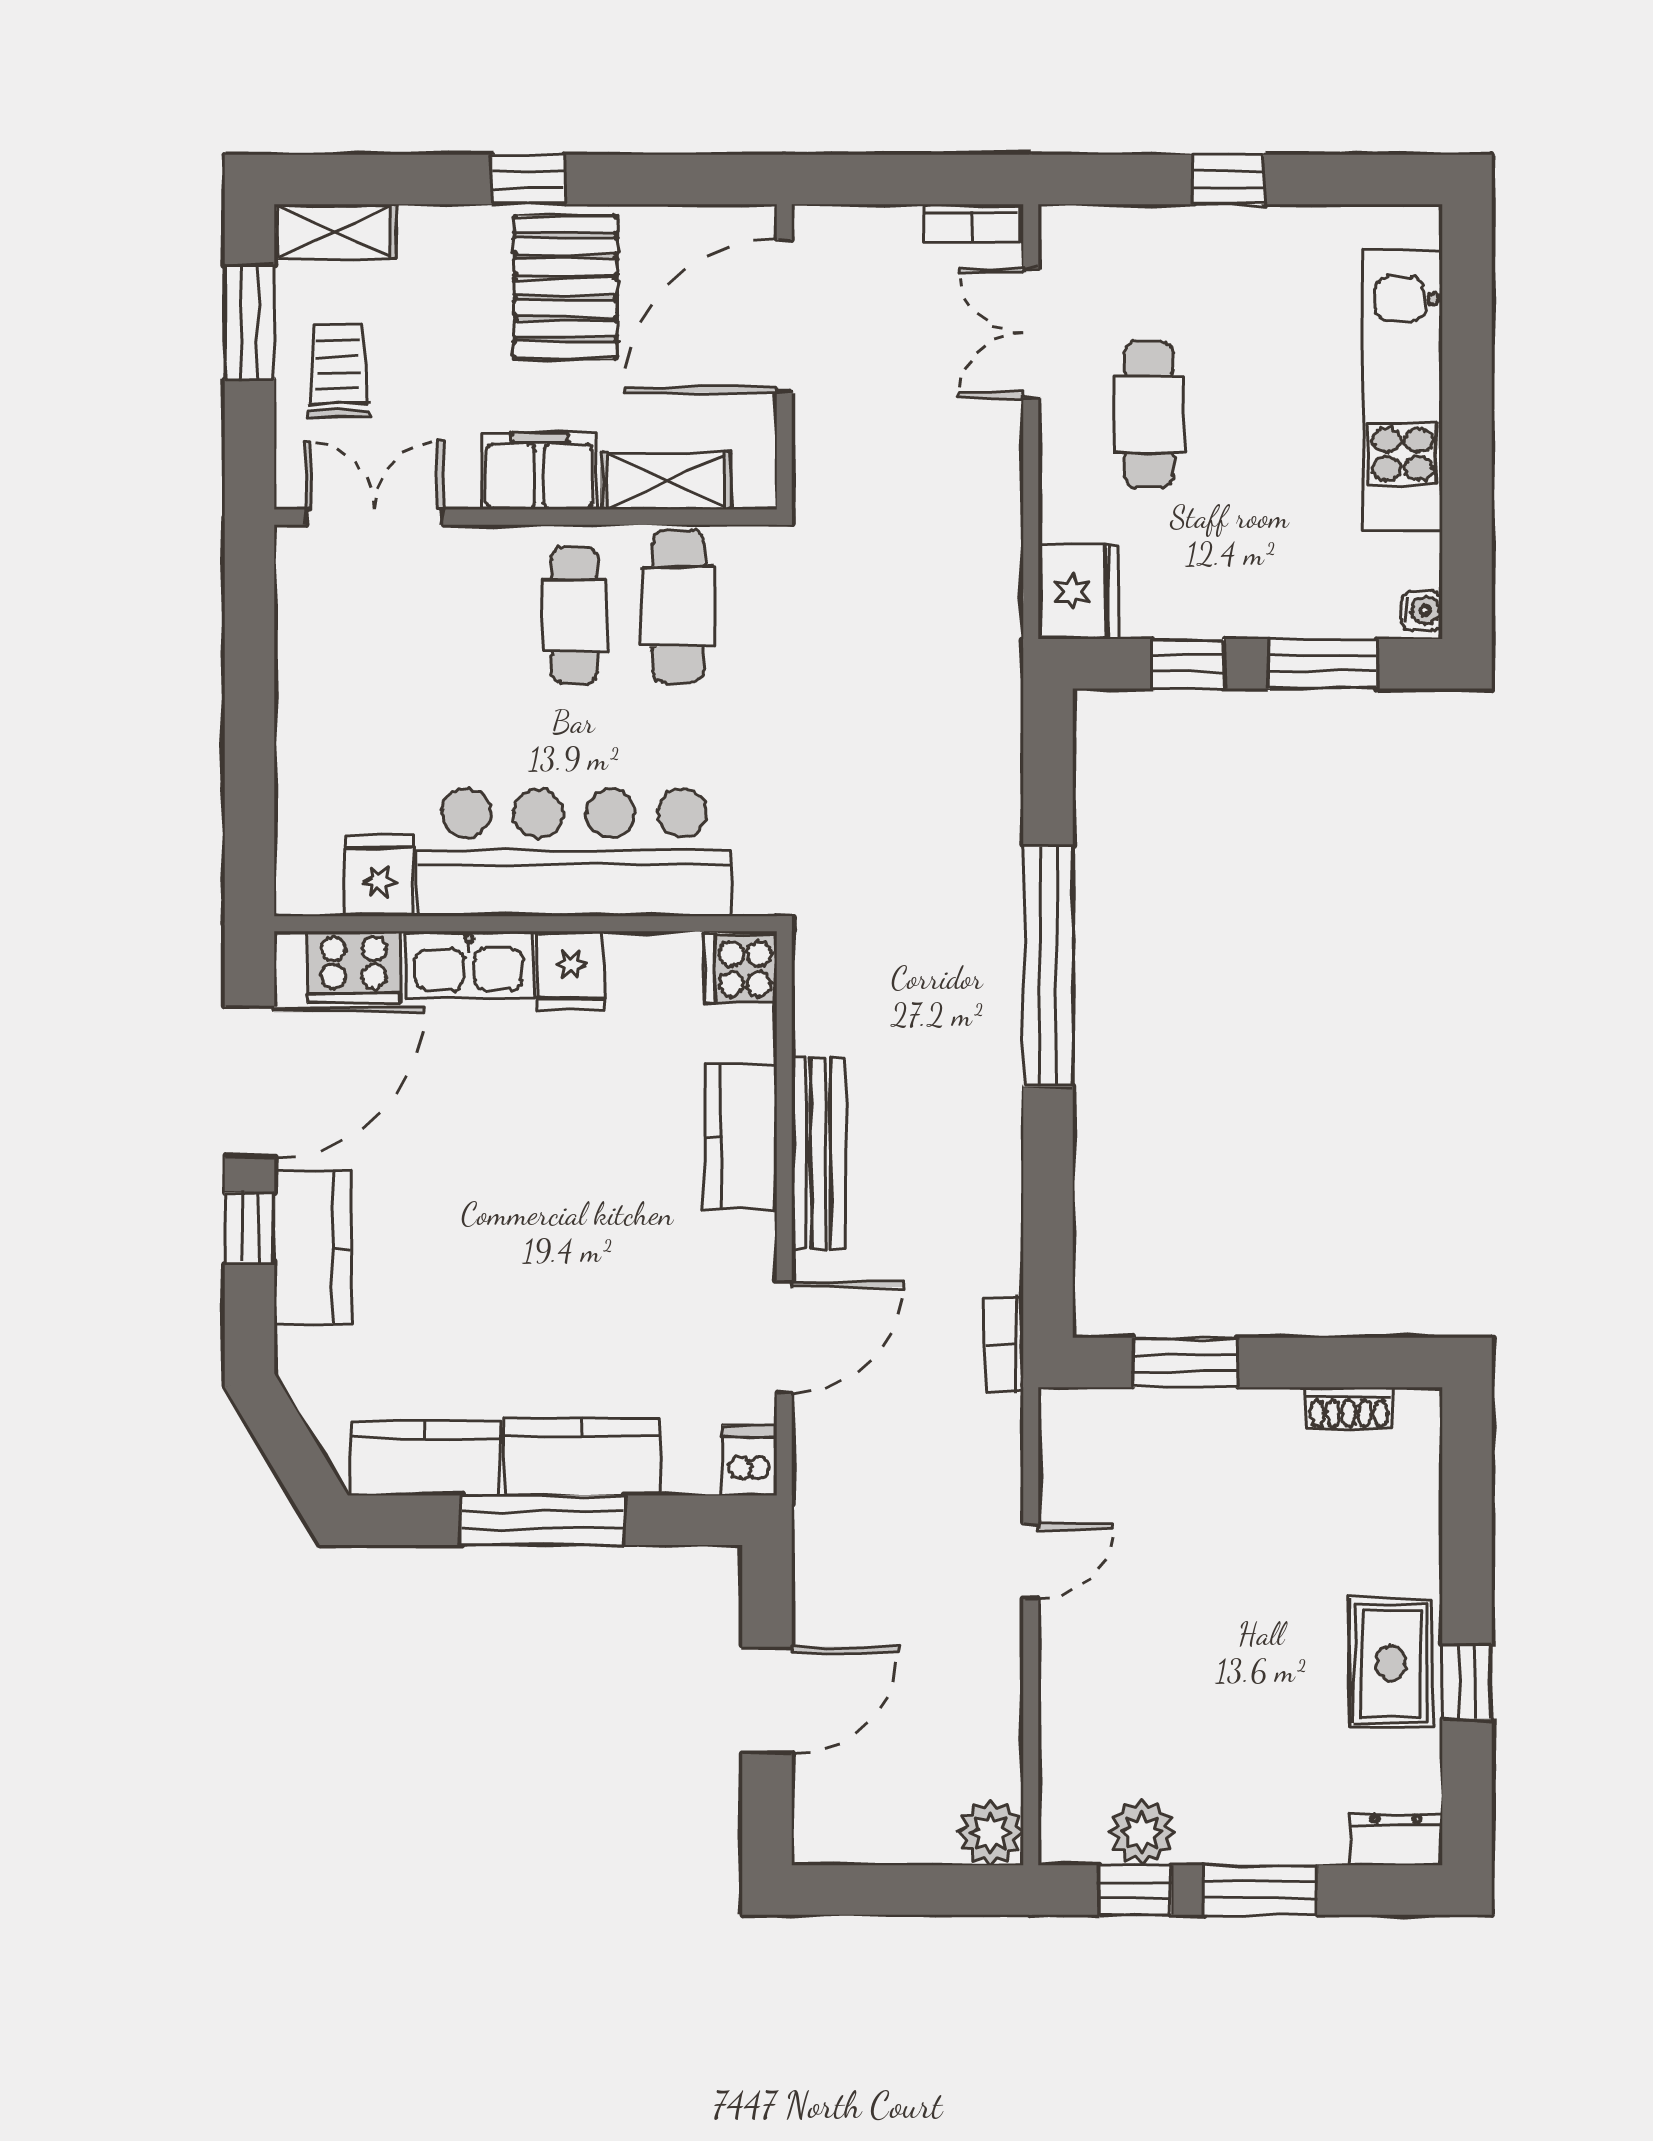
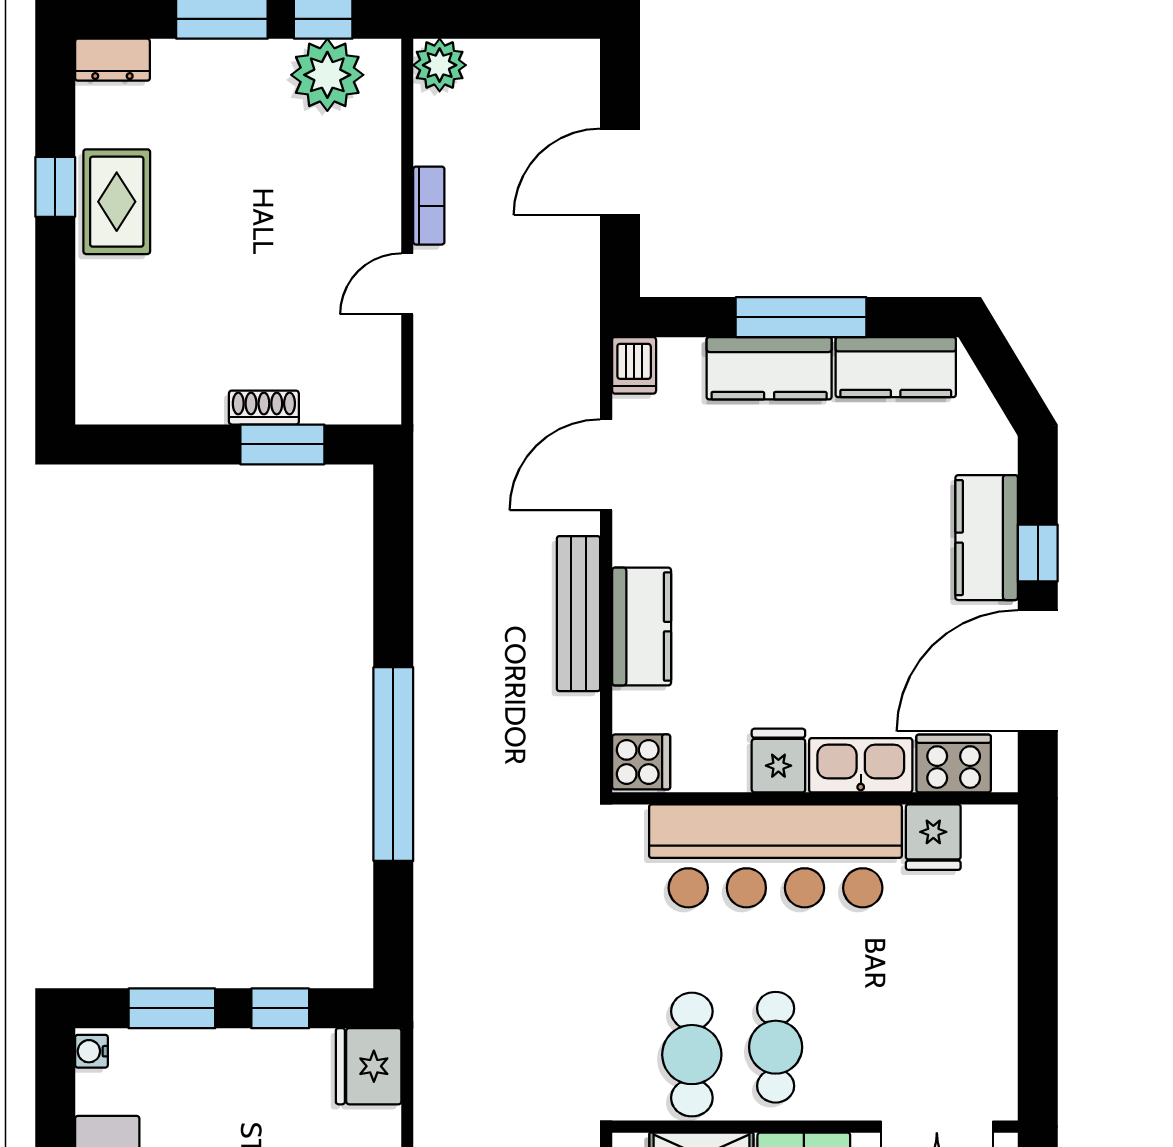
bookcase: (1004, 1344) -> (429, 206), moved
shoe rack: (1349, 1408) -> (264, 408), moved
plant: (1142, 1832) -> (327, 75), width x1.36, depth x1.36

